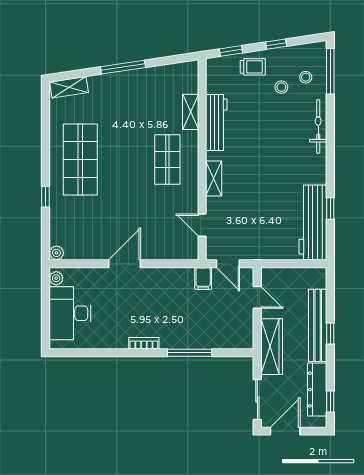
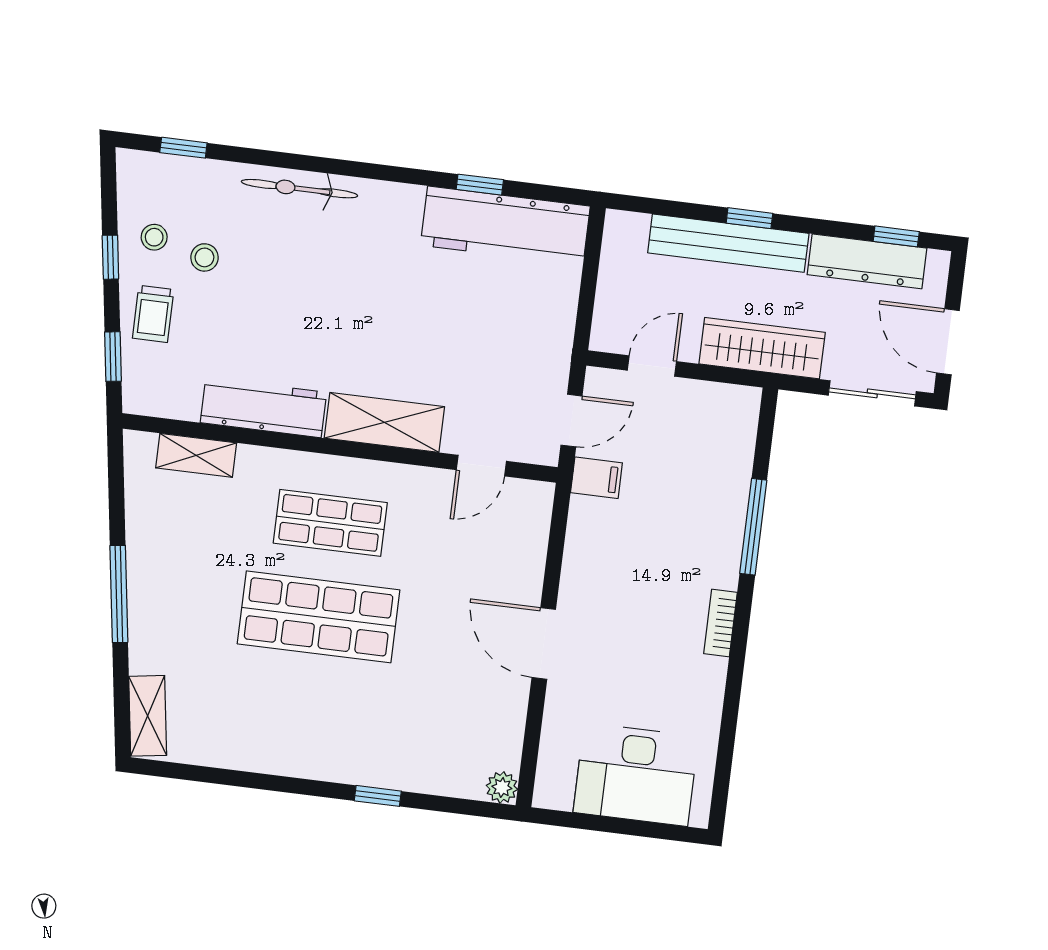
trolley: (253, 67) -> (153, 314), turned 180
window: (330, 71) -> (183, 148), width x0.46
stool: (306, 77) -> (154, 237), moved
shelving: (191, 112) -> (196, 455), moved
shop shelf: (80, 160) -> (319, 617), moved
shelving: (214, 179) -> (384, 422), width x1.50, depth x1.33
plant: (56, 278) -> (556, 795), removed

